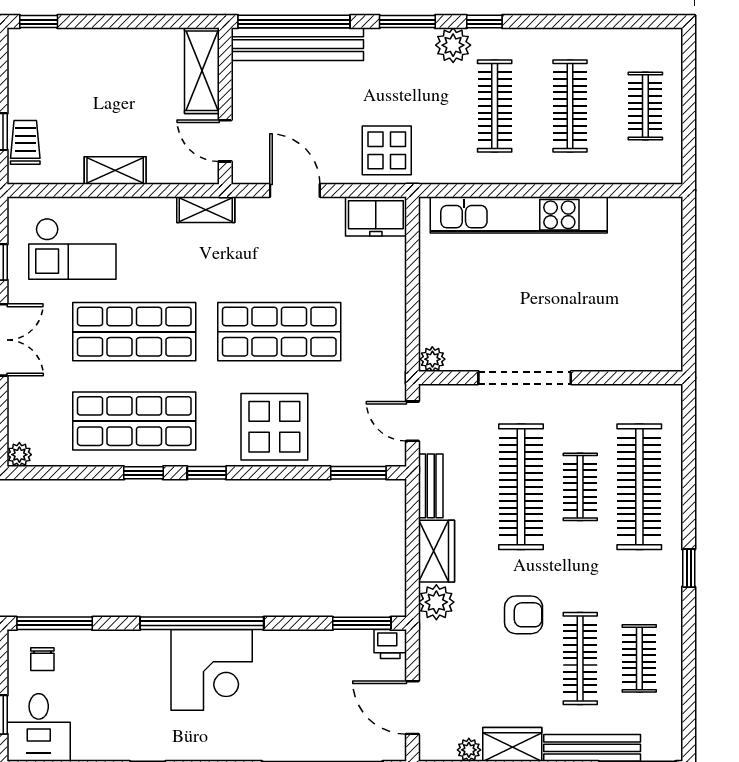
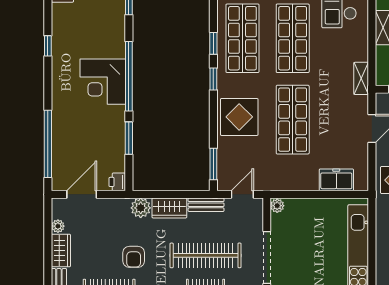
freezer: (376, 216) -> (336, 180), moved, turned 90
window: (362, 623) -> (129, 138), moved

